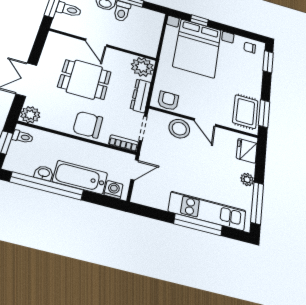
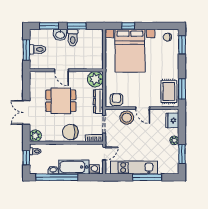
window: (257, 203) -> (182, 154), width x0.69
kitchen unit: (207, 211) -> (134, 167), moved

